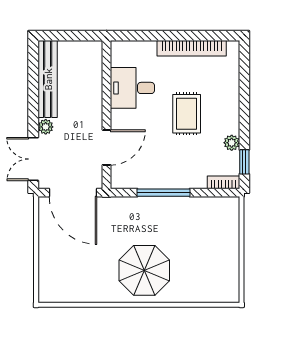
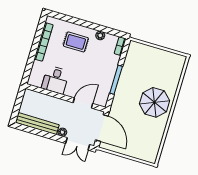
rug: (187, 114) -> (76, 42), moved
door: (106, 147) -> (83, 103), hinge flipped
window: (244, 162) -> (112, 32), removed
door: (73, 193) -> (102, 128), hinge flipped

